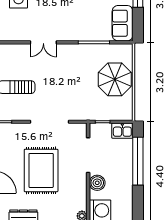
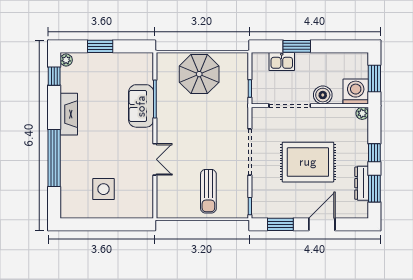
sofa: (123, 23) -> (141, 106), moved, turned 90
kitchen sink: (122, 131) -> (282, 62), moved, turned 90
window: (138, 161) -> (297, 46), width x0.47

